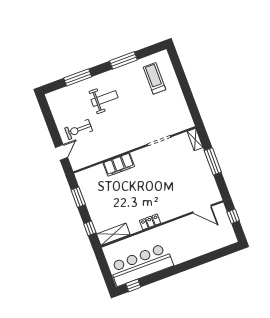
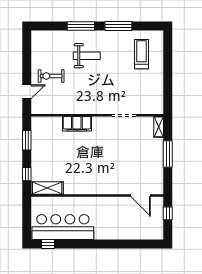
window: (78, 77) -> (81, 26), moved
locker: (150, 222) -> (87, 189), removed

